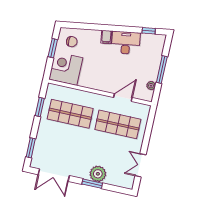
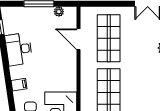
filing cabinet: (106, 37) -> (19, 85), moved

